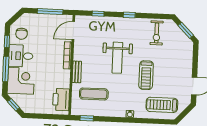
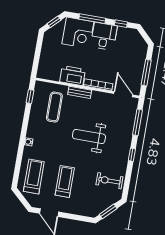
window: (98, 14) -> (137, 122), width x2.17
chair: (22, 34) -> (127, 40), removed
treadmill: (146, 75) -> (65, 181), moved, turned 90
printer: (61, 100) -> (73, 76), moved

